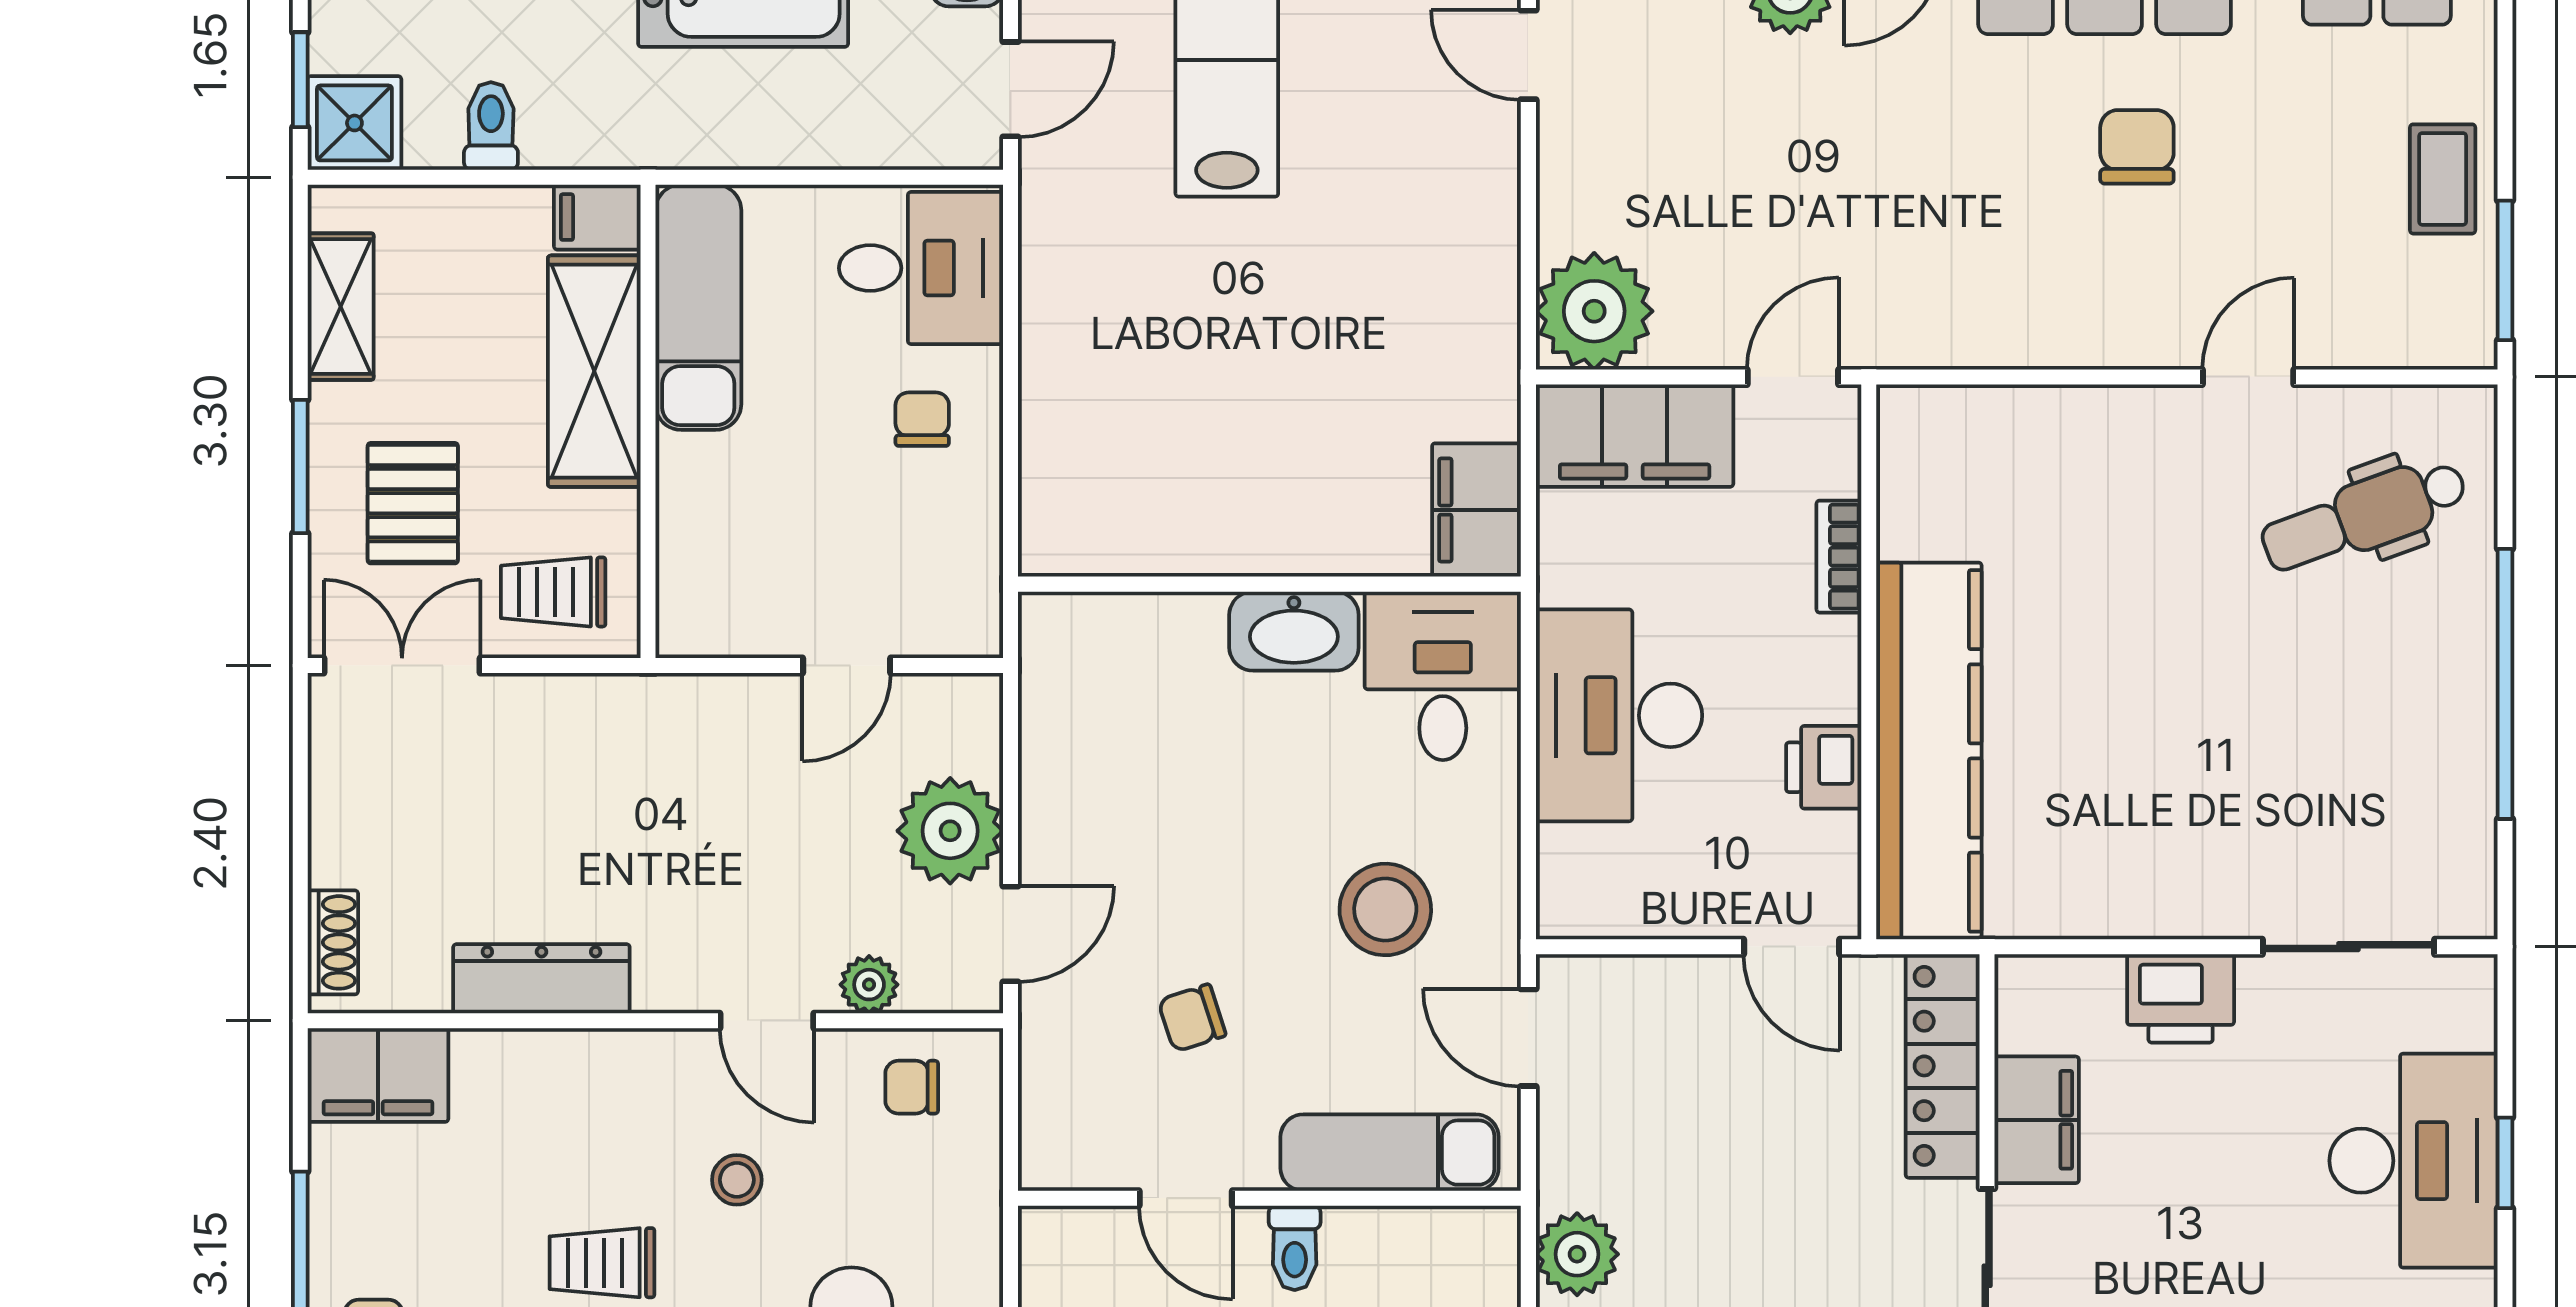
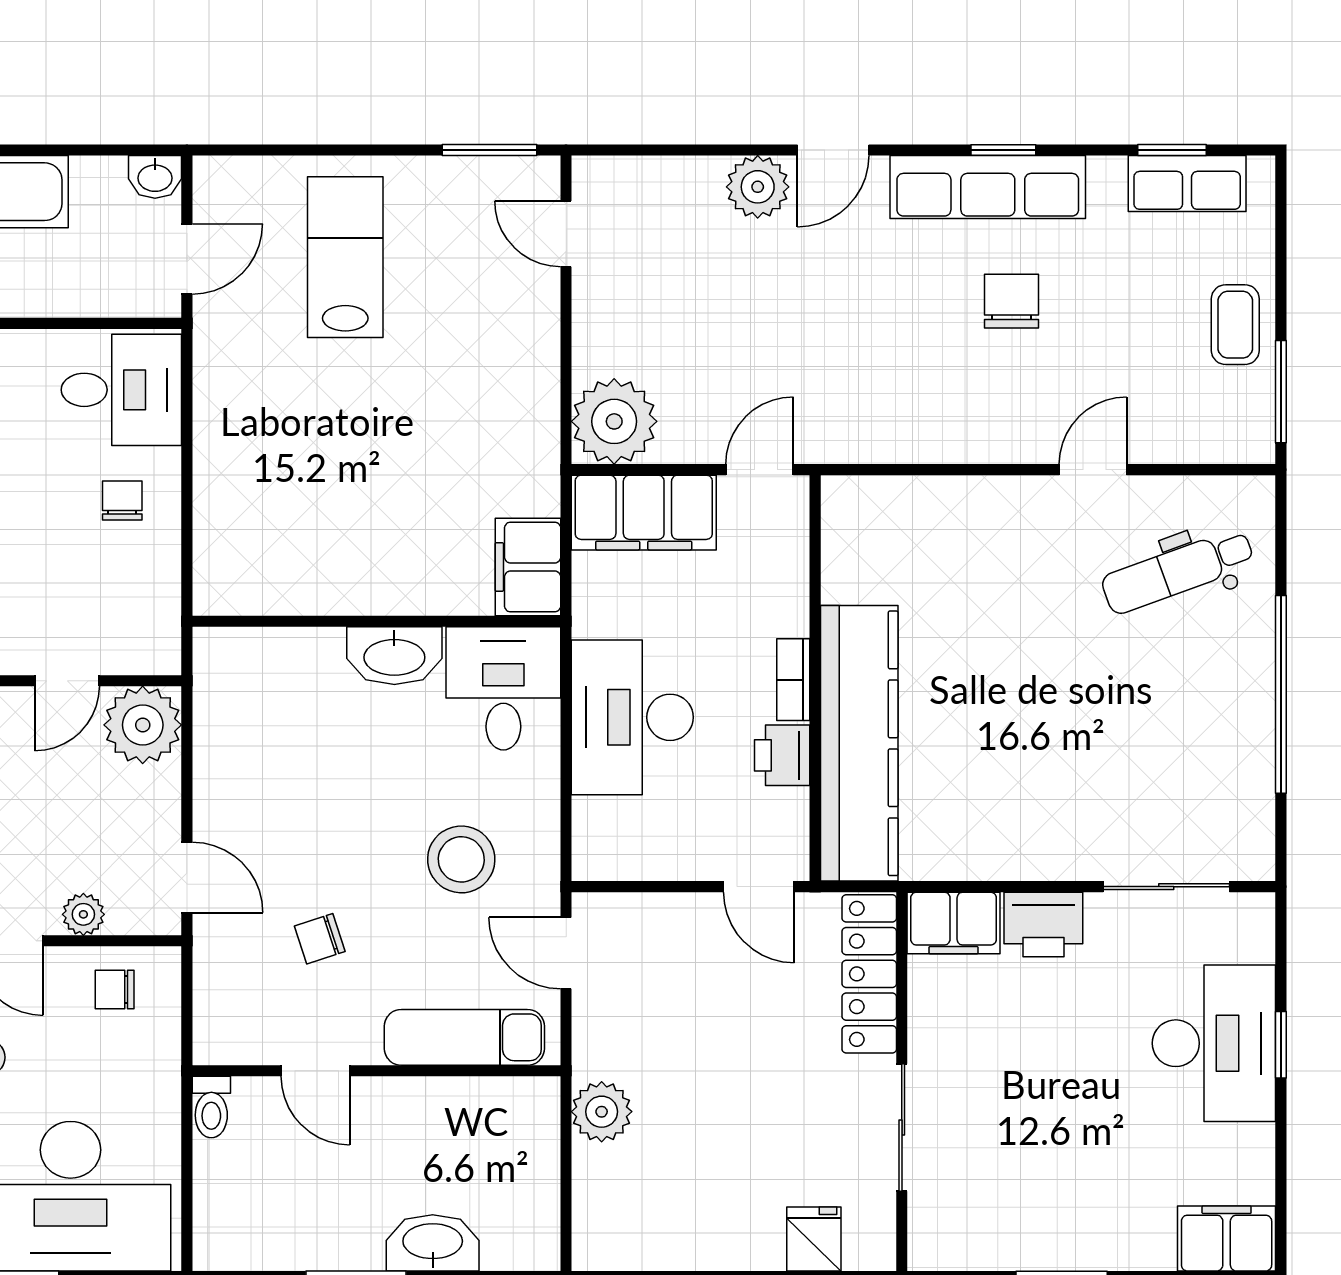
bookcase: (1839, 557) -> (793, 680), moved
plant: (950, 831) -> (143, 725), moved
door: (1010, 934) -> (187, 877), hinge flipped
filing cabinet: (2037, 1120) -> (954, 923), moved, turned 90
toilet: (1295, 1248) -> (211, 1107), moved

